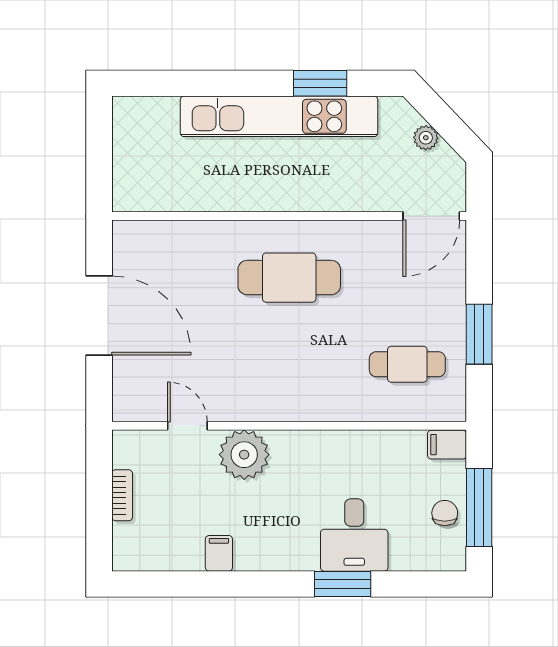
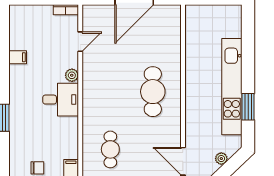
plant: (244, 455) -> (72, 75), width x0.53, depth x0.53
bookcase: (122, 495) -> (66, 10), moved
desk: (354, 535) -> (61, 100), moved, turned 180

